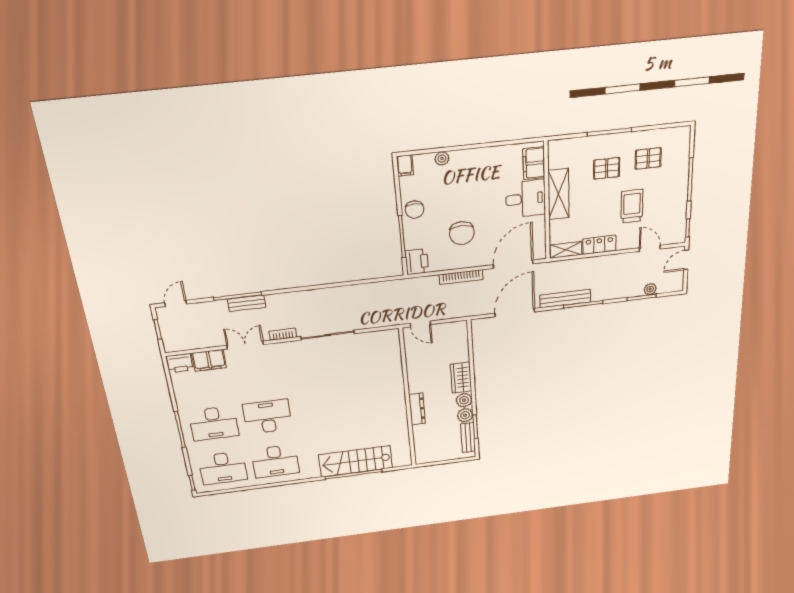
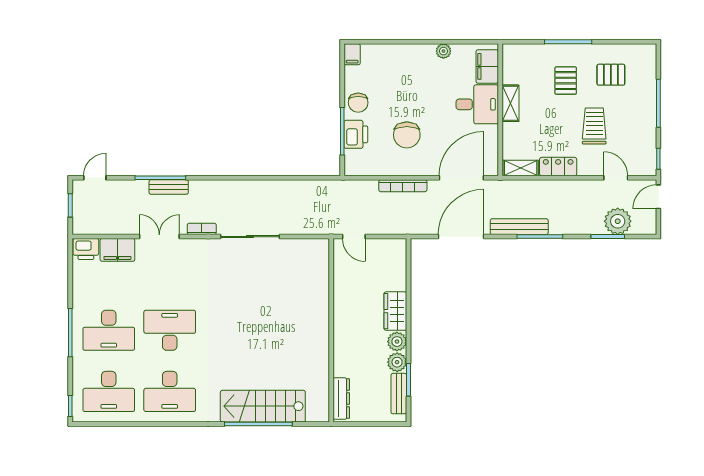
plant: (442, 159) -> (443, 51), moved
pallet: (607, 168) -> (566, 81), turned 90
shelving: (559, 194) -> (510, 103), width x0.67, depth x0.75
printer: (417, 262) -> (356, 134), moved
plant: (650, 289) -> (618, 221), width x1.88, depth x1.88
dresser: (417, 409) -> (341, 399), moved

